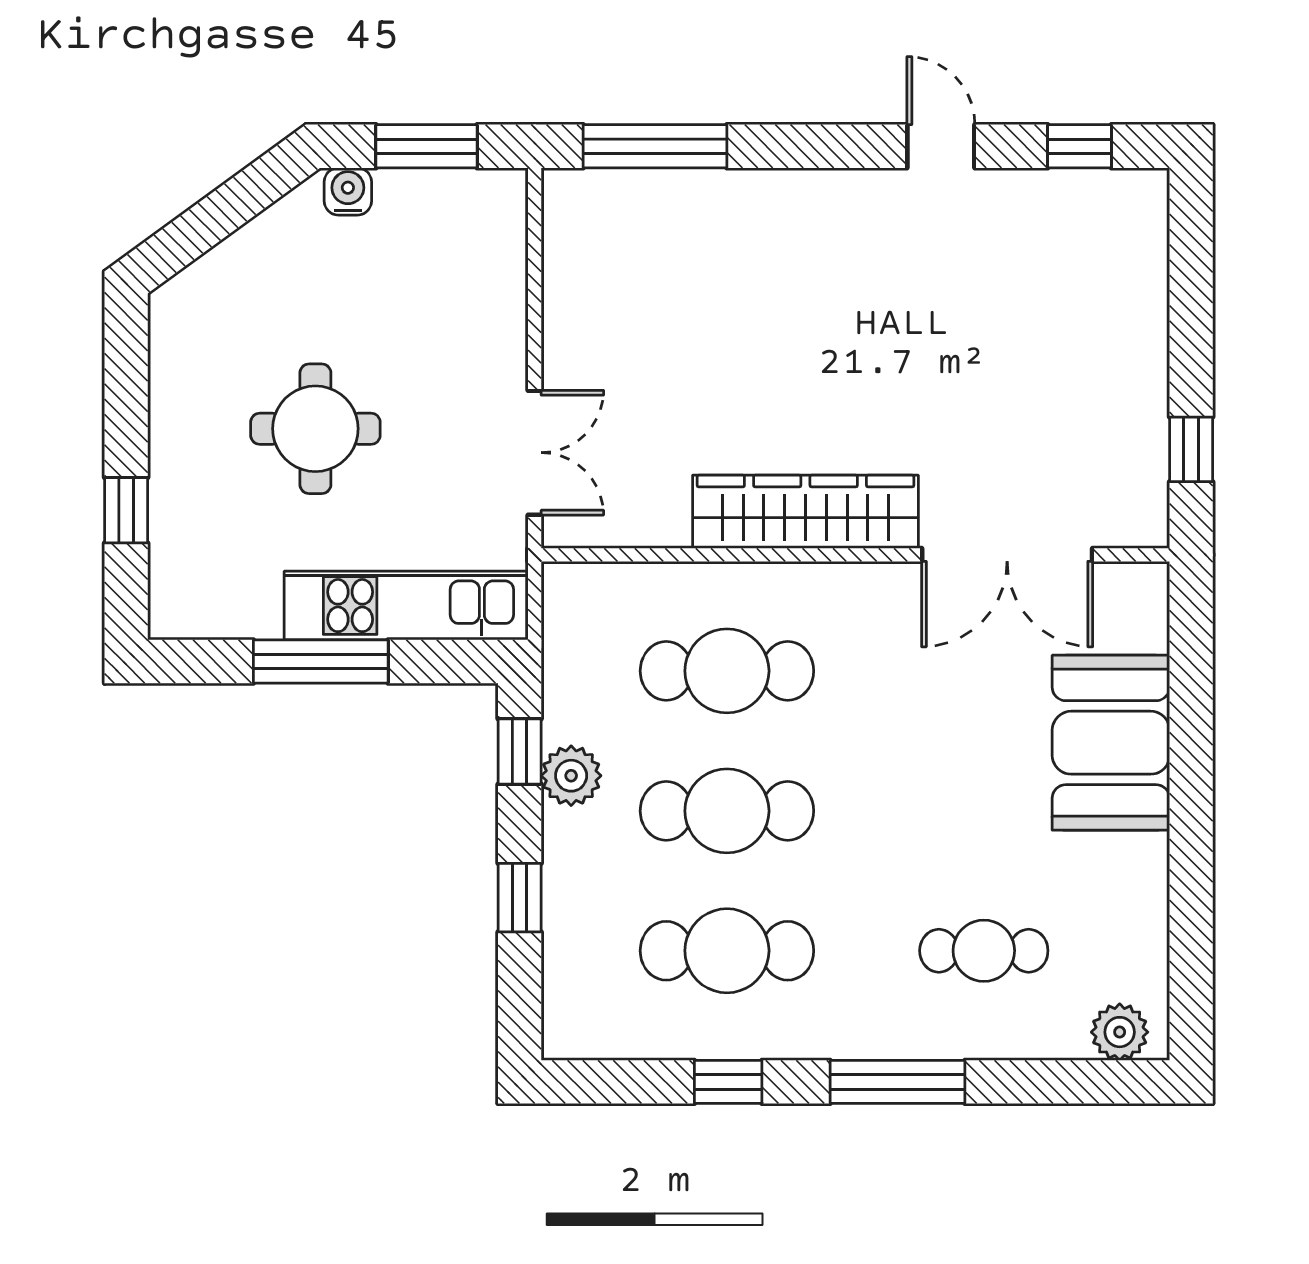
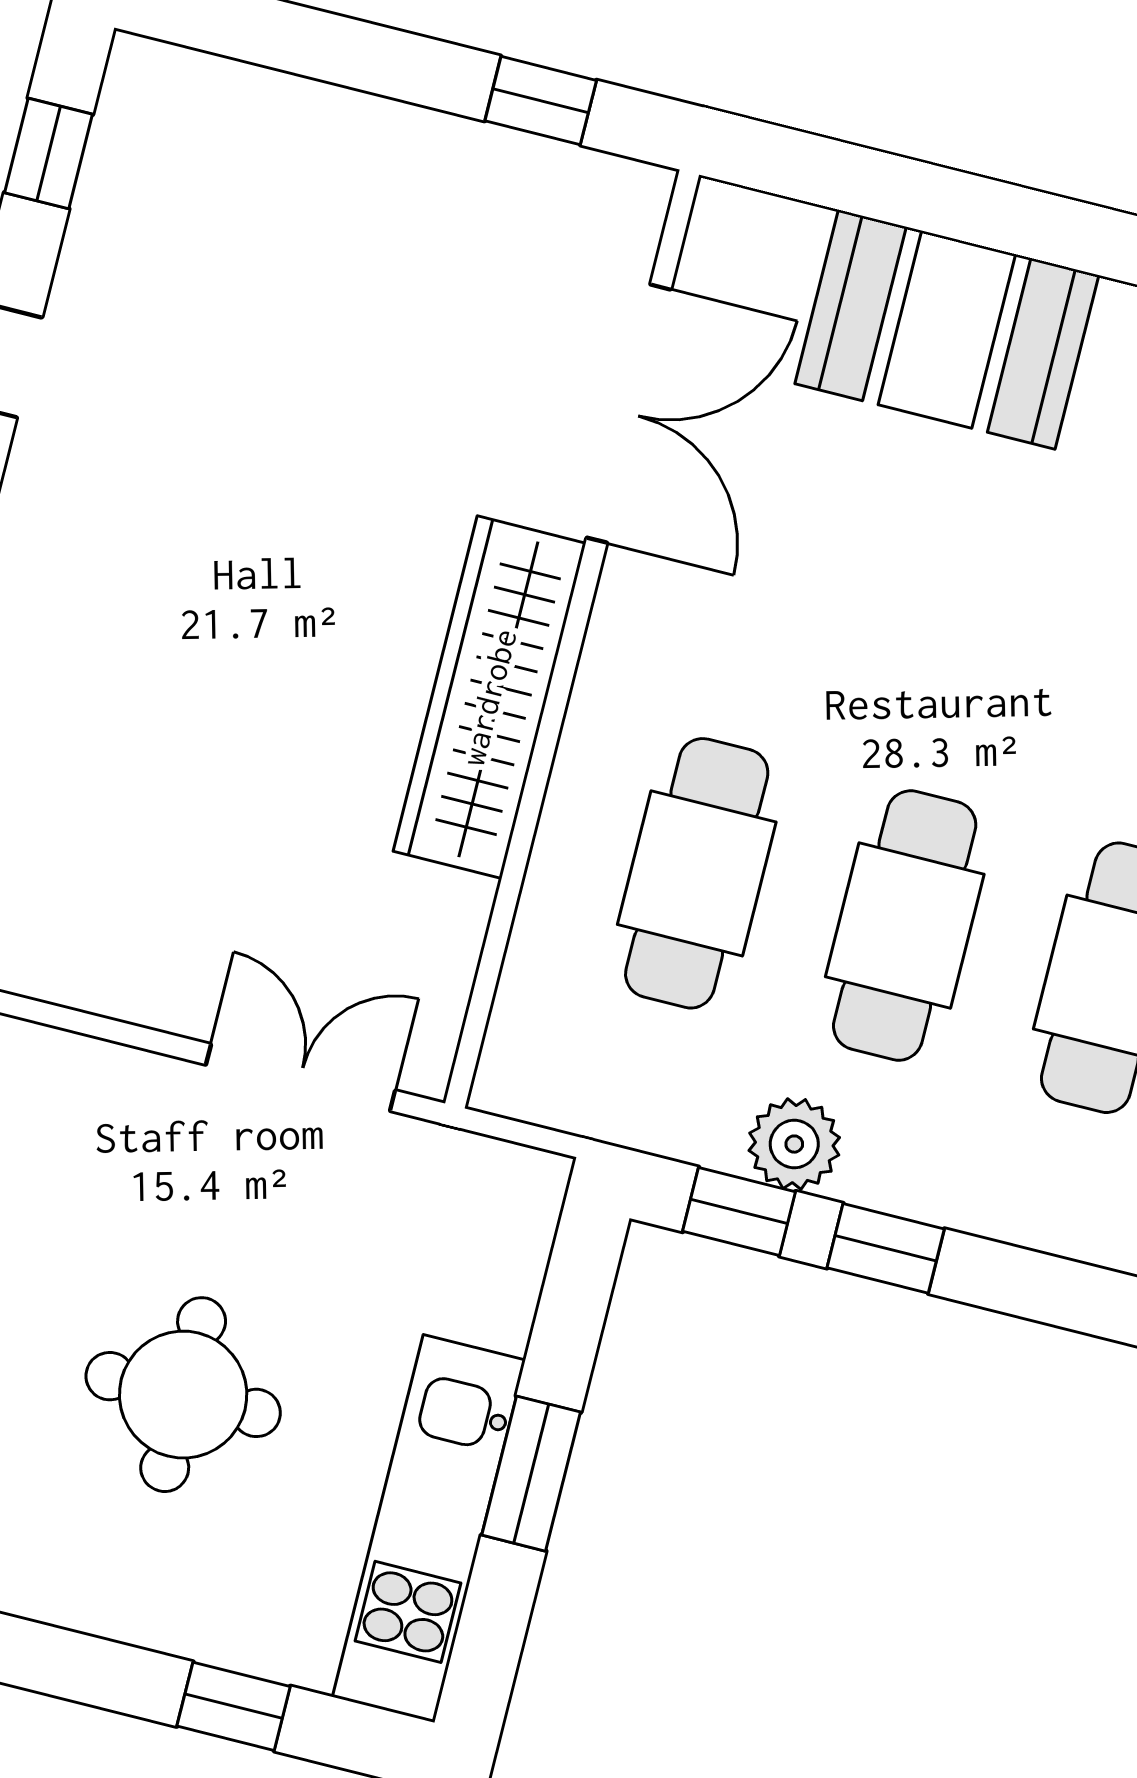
kitchen unit: (406, 606) -> (429, 1528), moved
window: (321, 662) -> (531, 1474), width x0.69
window: (520, 898) -> (886, 1248), moved

